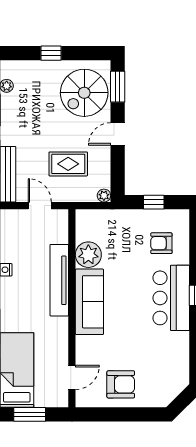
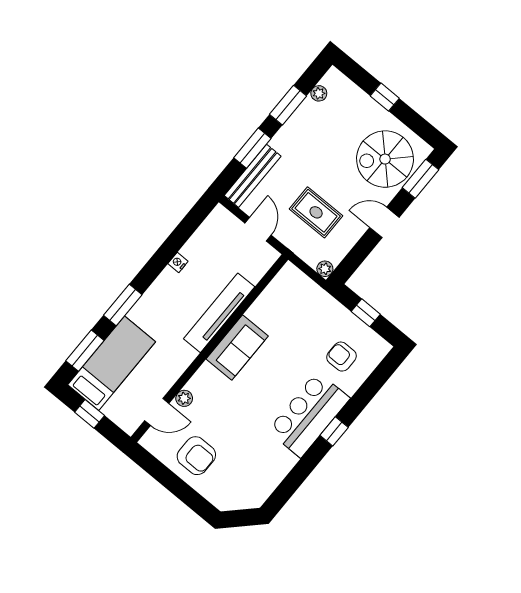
plant: (88, 255) -> (184, 398), moved, width x0.53, depth x0.53
sofa: (89, 302) -> (237, 348), width x0.73
window: (30, 414) -> (90, 414), width x0.67

